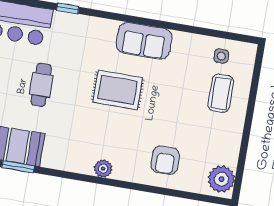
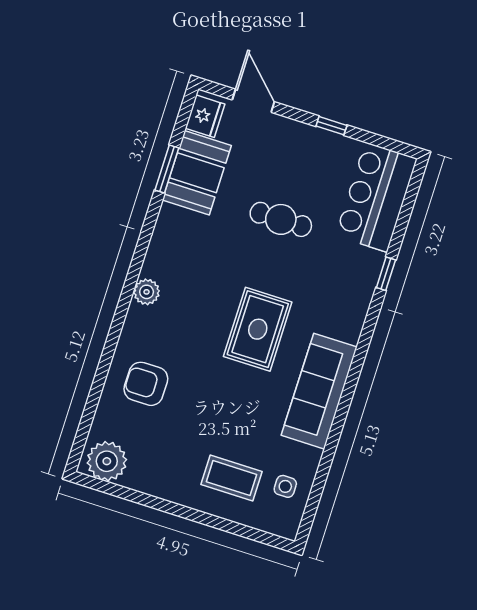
sofa: (144, 41) -> (319, 391), width x1.36

